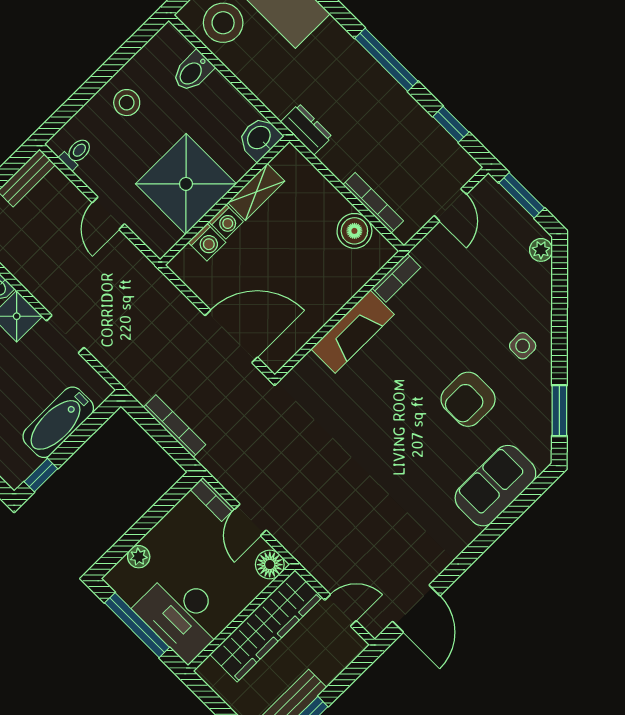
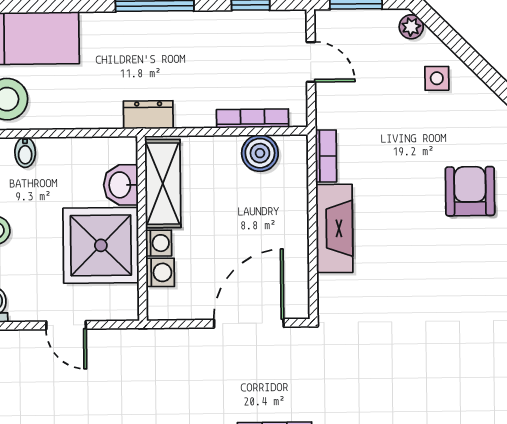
bidet: (193, 72) -> (25, 152), width x0.72, depth x0.74
washbasin: (260, 138) -> (121, 185), moved
shelving: (256, 192) -> (163, 184), width x1.50, depth x1.33
side table: (523, 346) -> (437, 78), moved
armchair: (468, 399) -> (470, 191), turned 180

